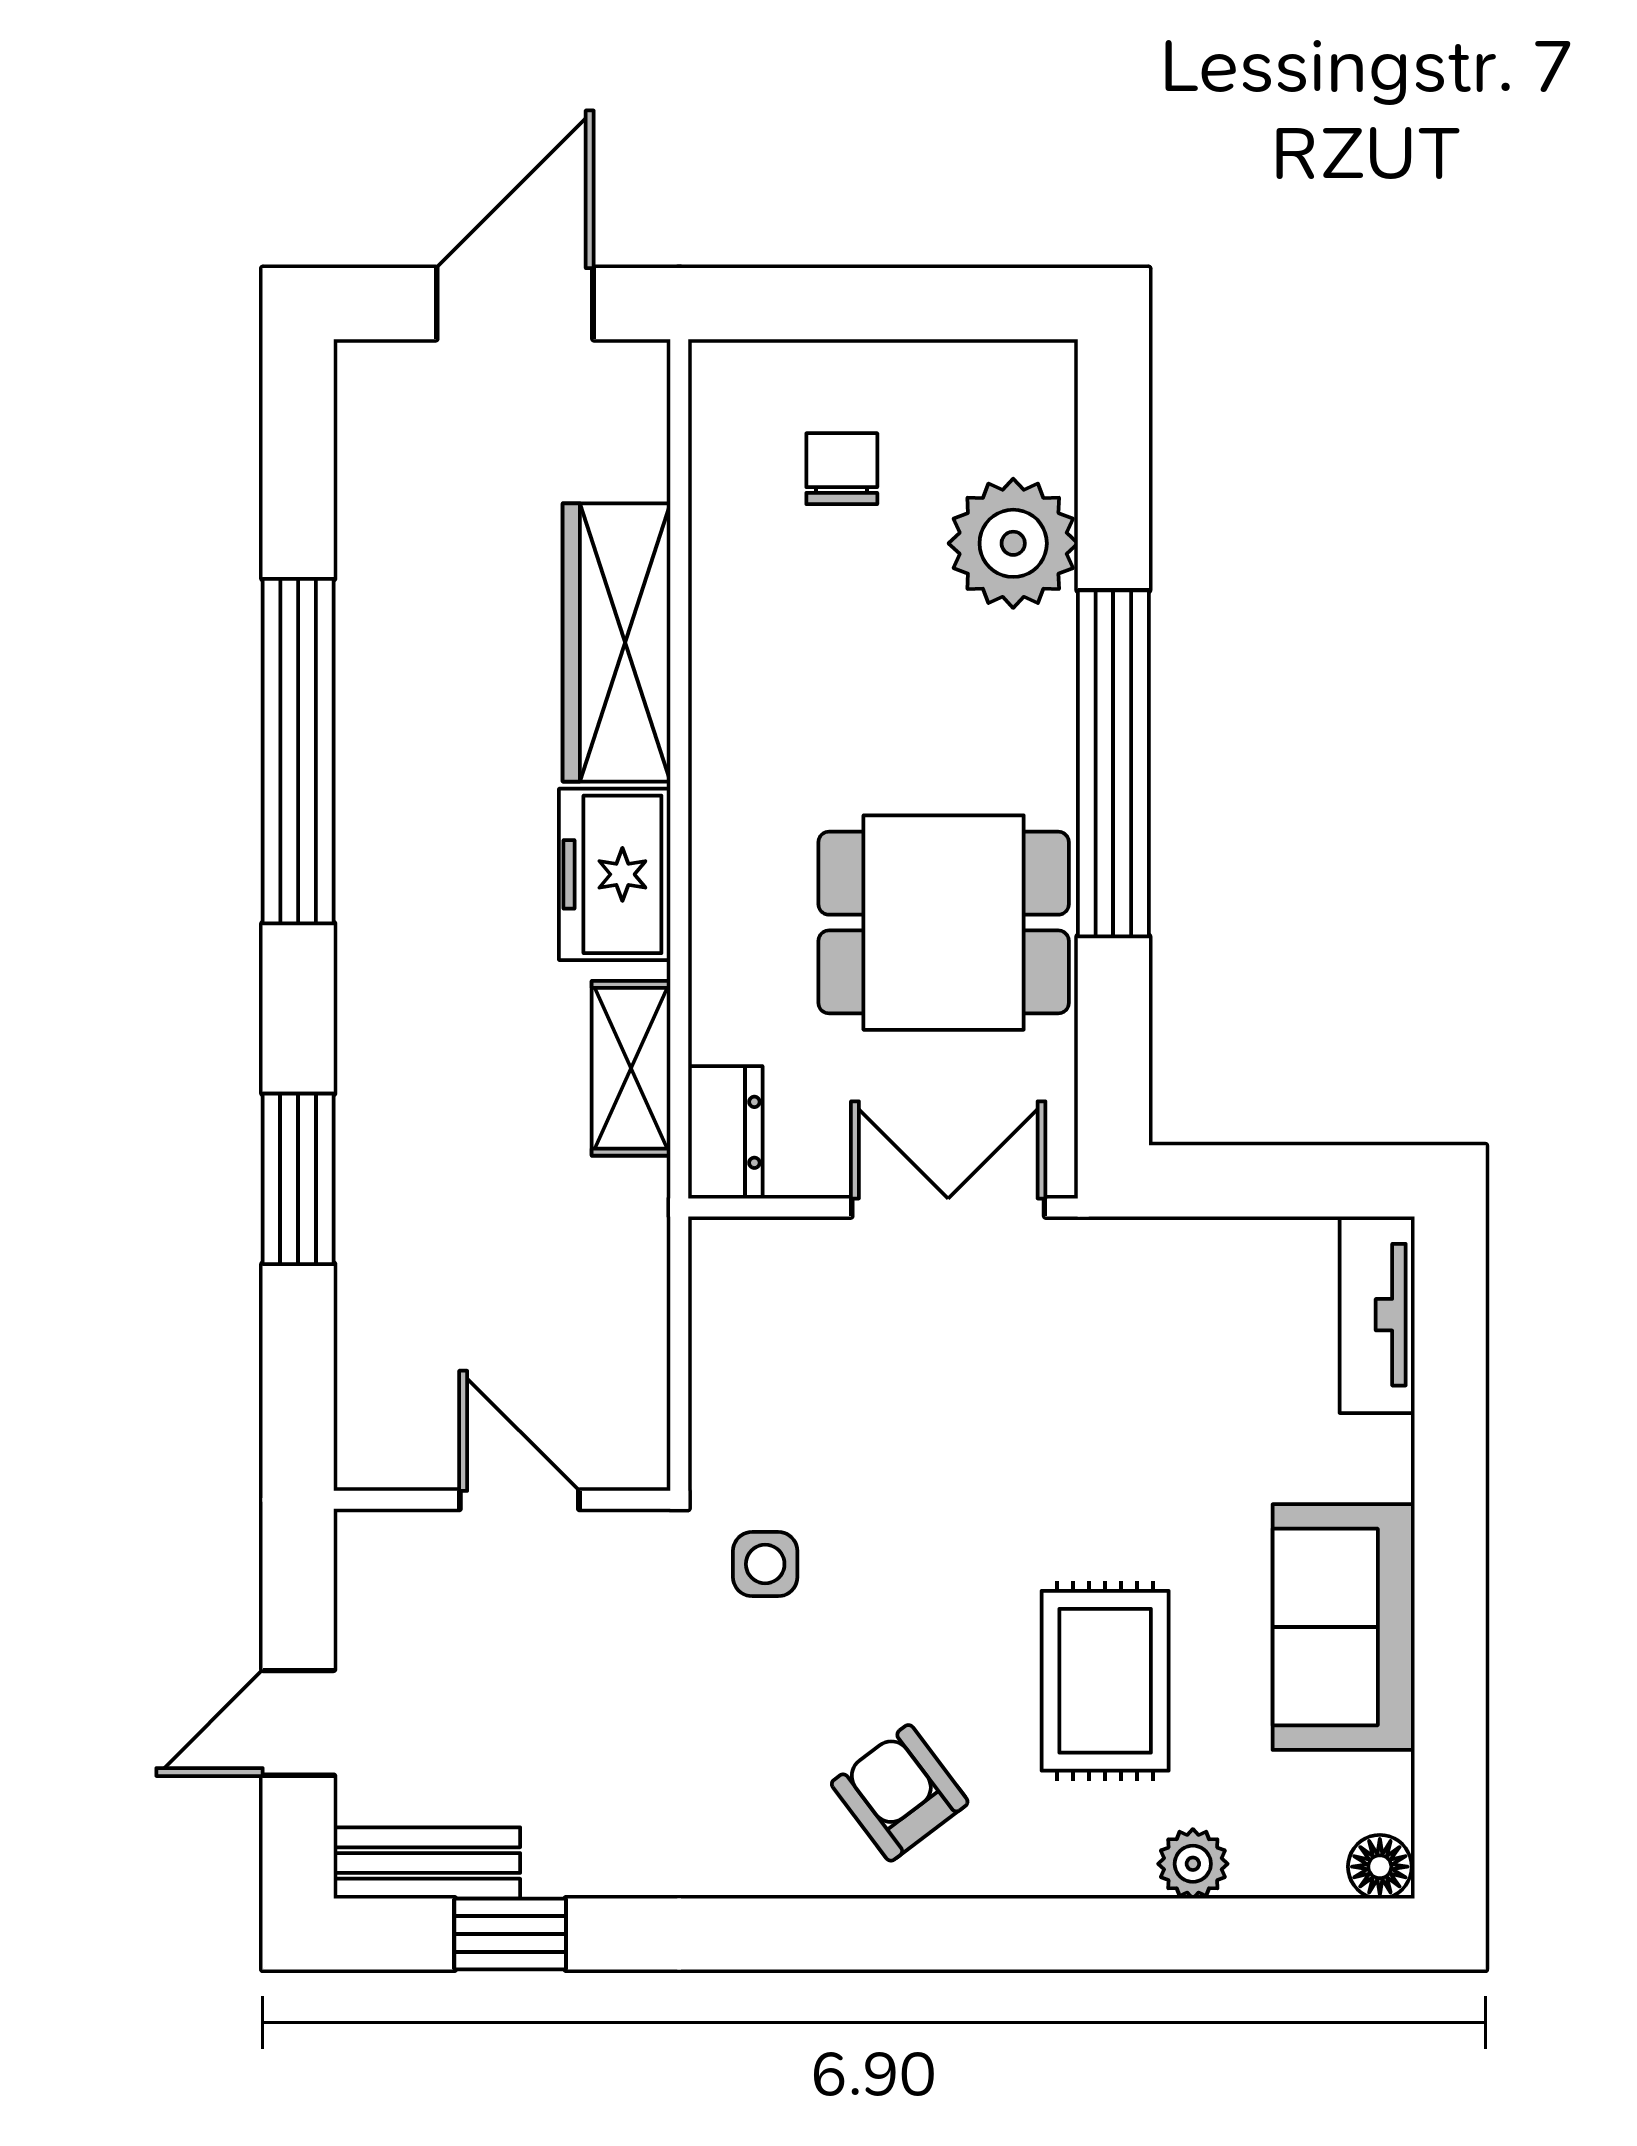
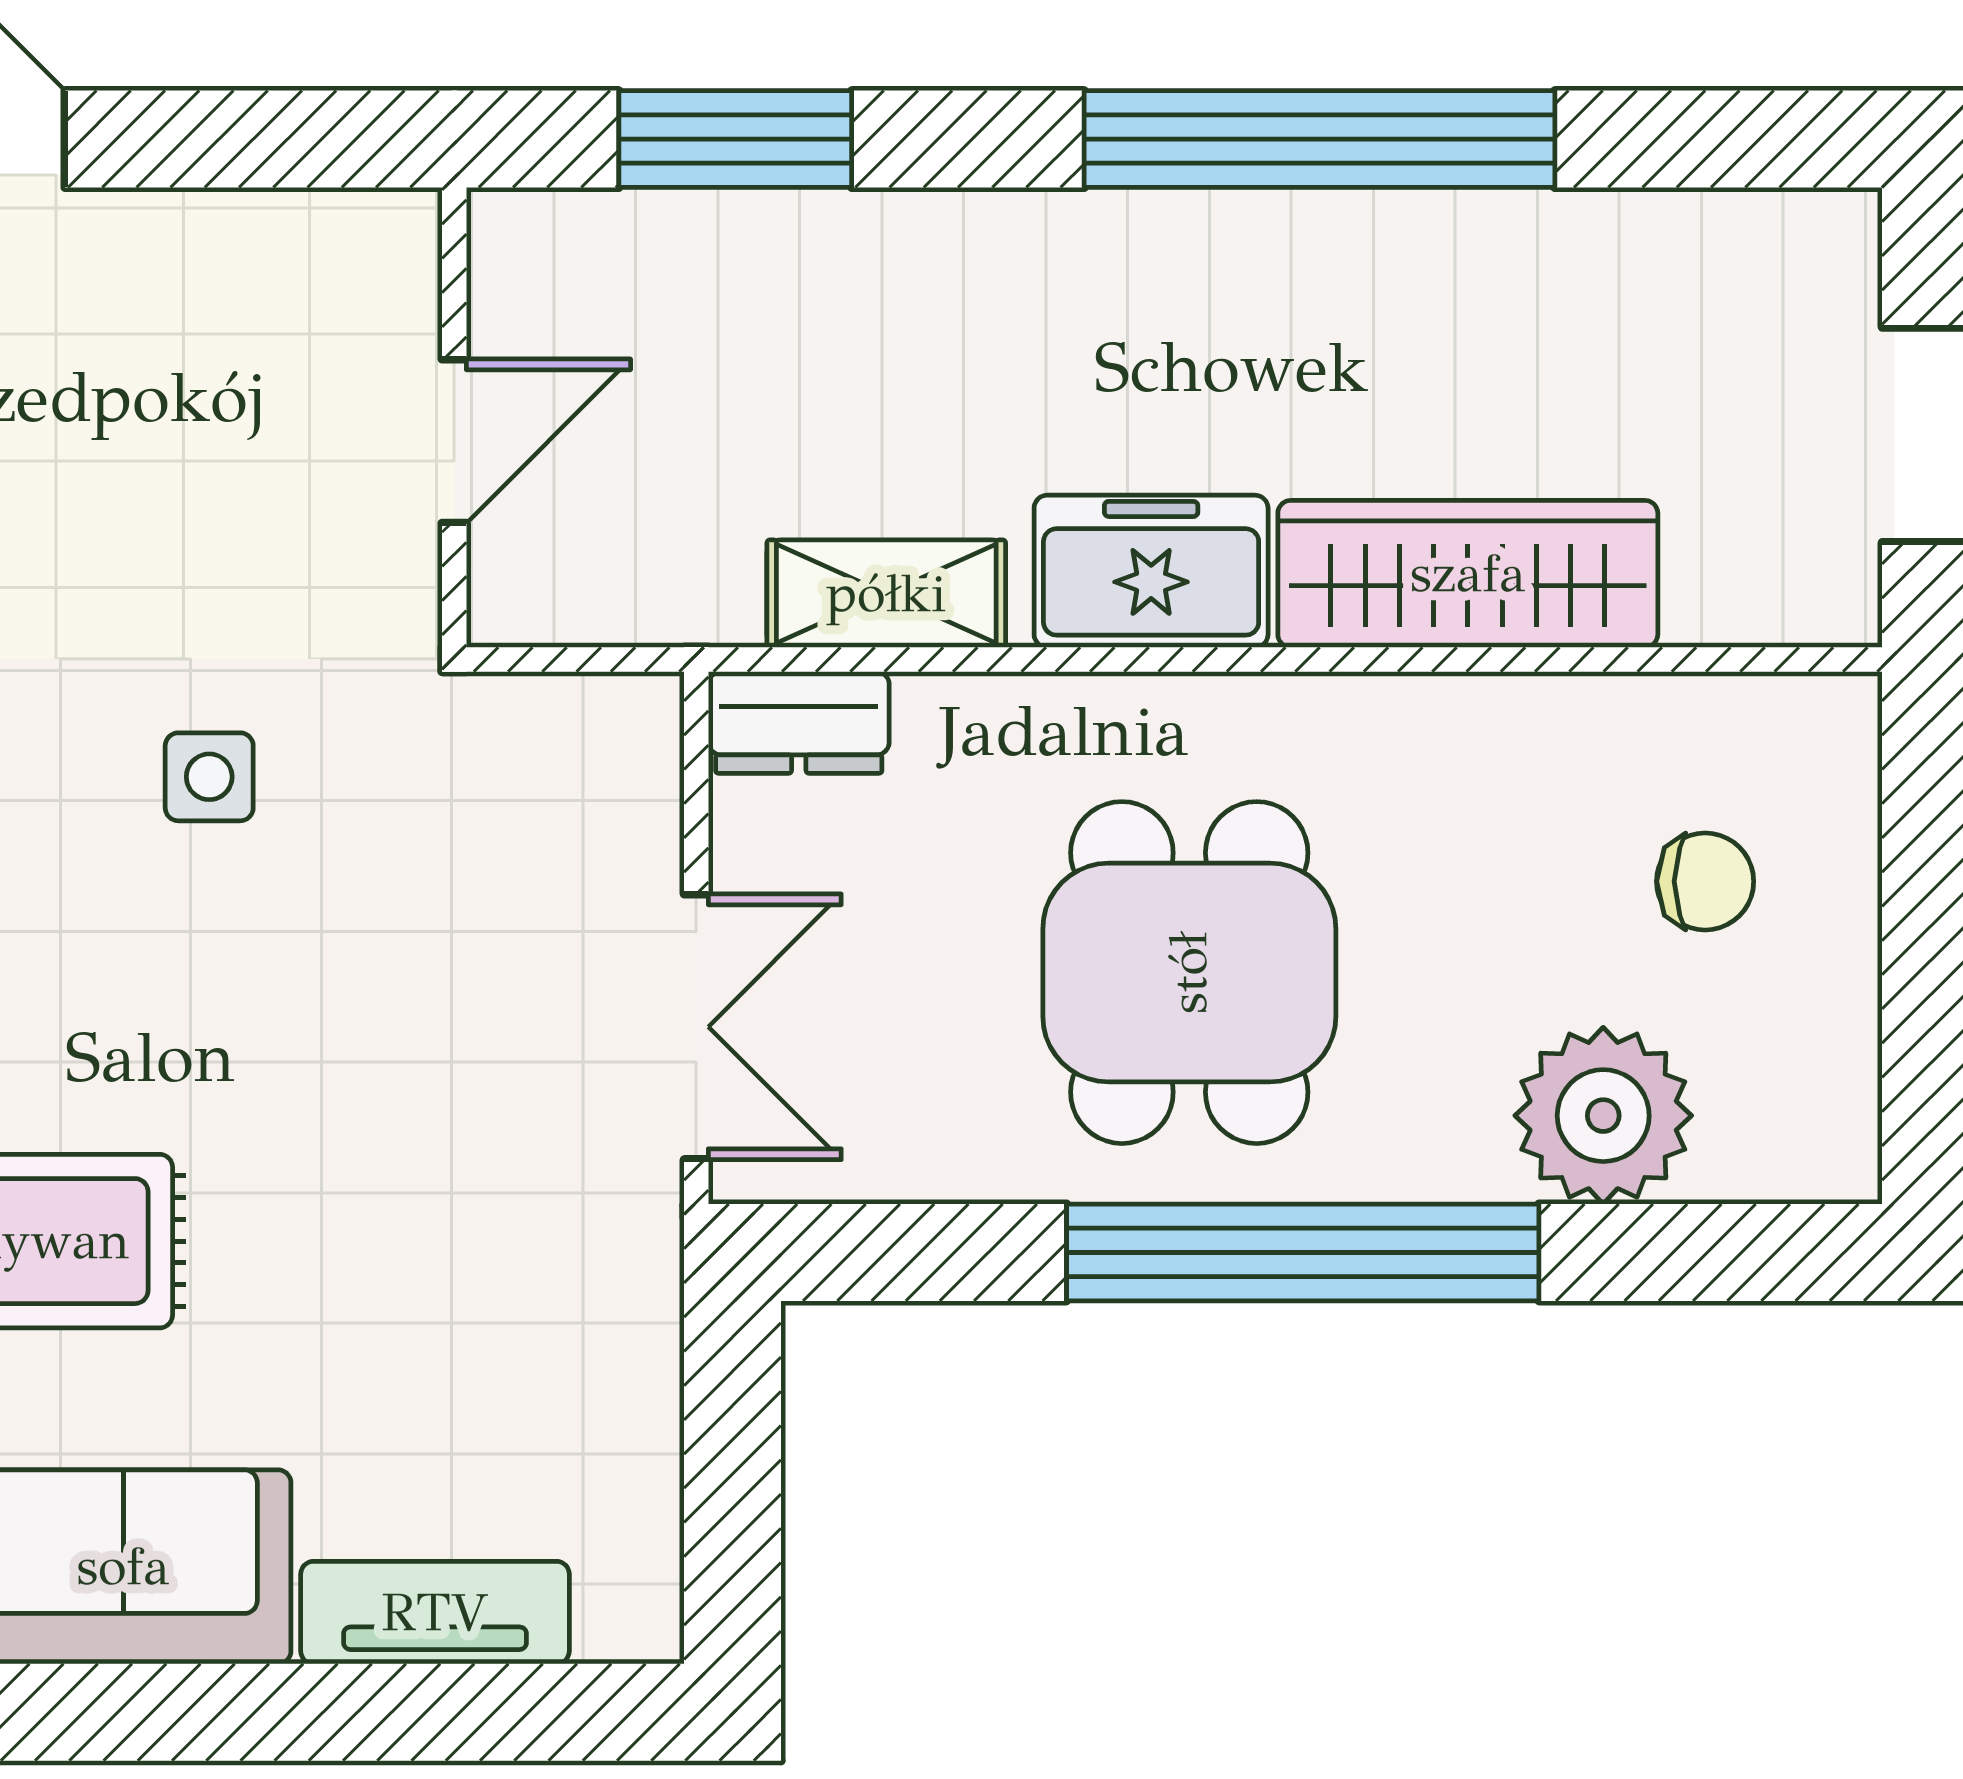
dining table: (944, 923) -> (1189, 973), moved
tv unit: (1377, 1315) -> (435, 1613), moved
wall: (502, 1500) -> (454, 417), moved
door: (519, 1500) -> (454, 441), moved

